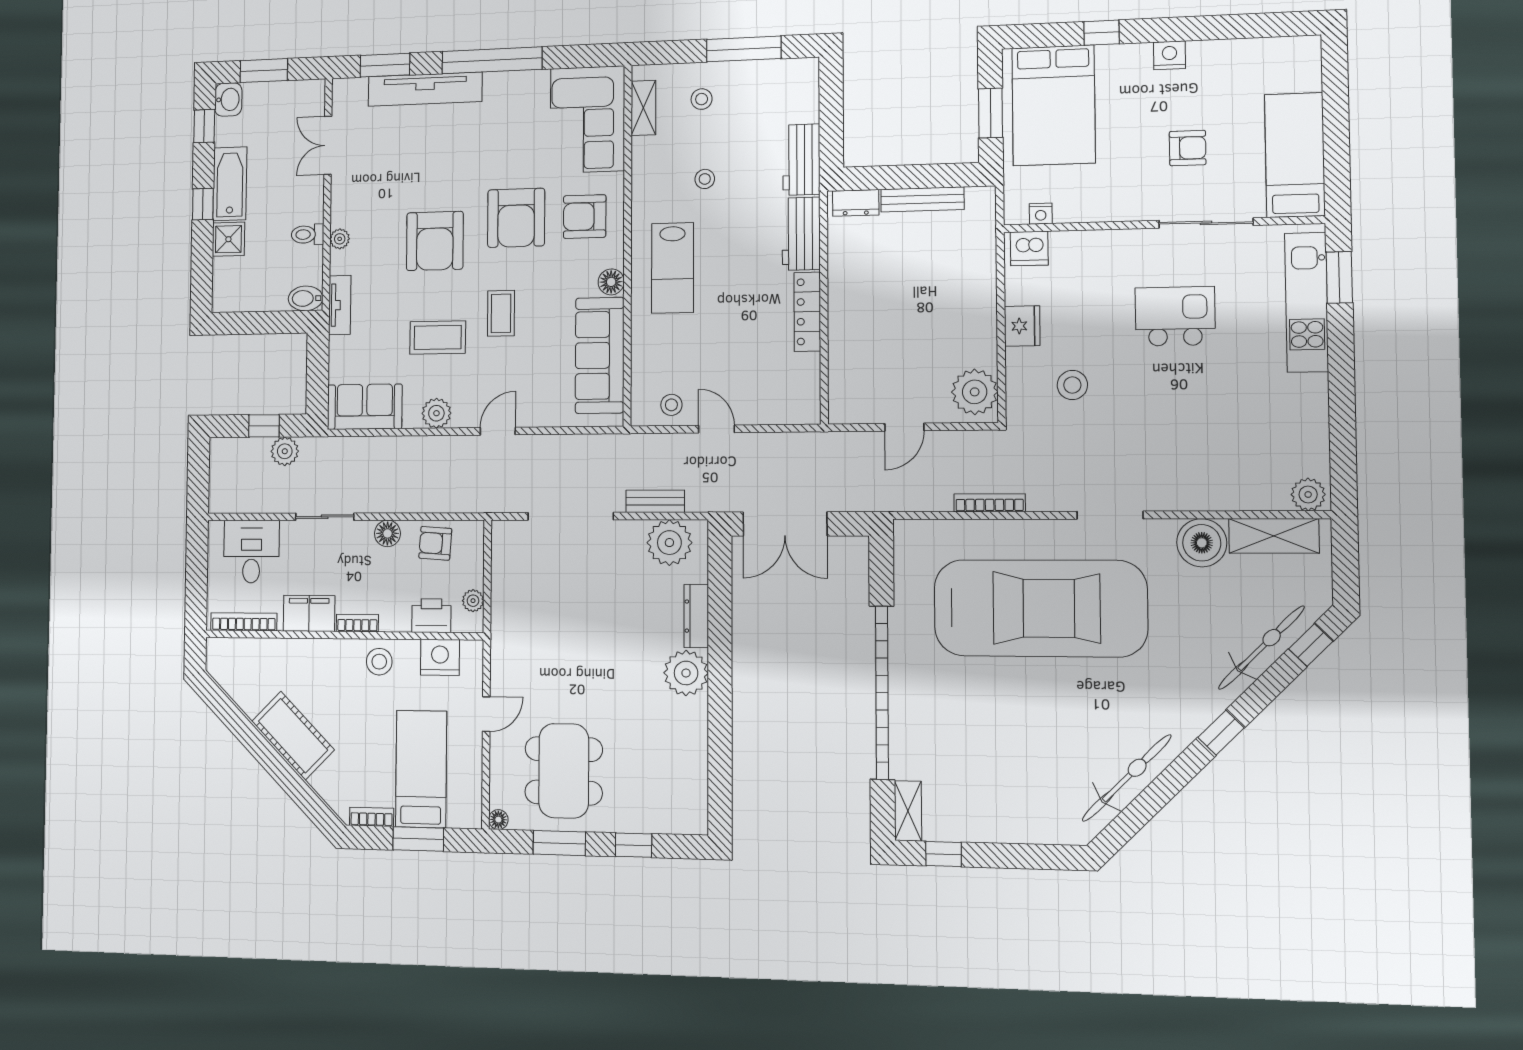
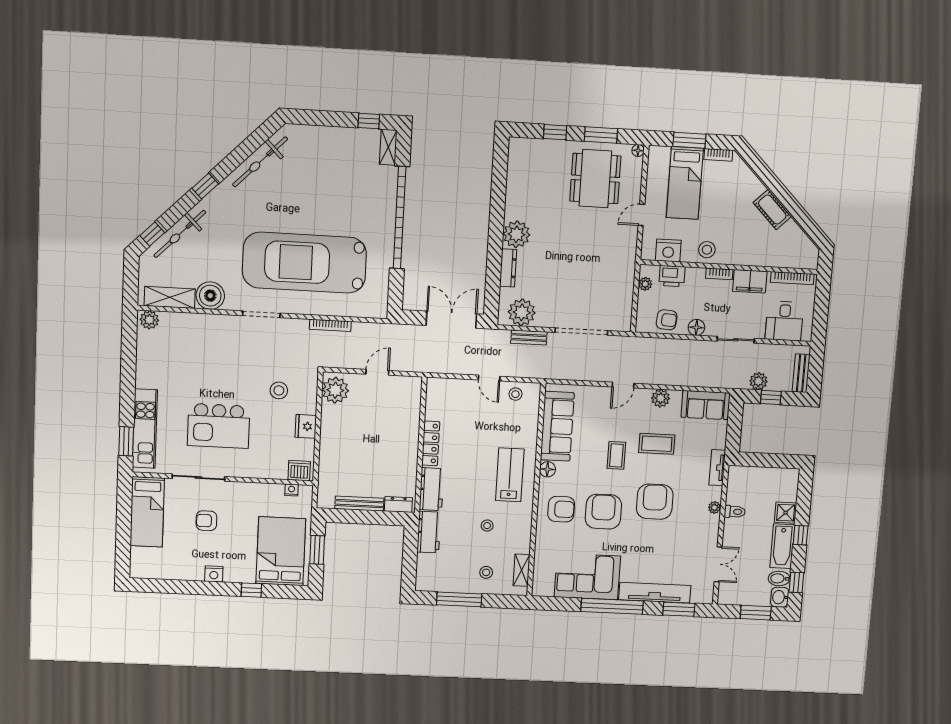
corner sofa: (587, 120) -> (587, 577), moved, turned -90
bidet: (306, 298) -> (779, 578), moved, turned 180
kitchen island: (1175, 316) -> (218, 426), width x1.37, depth x1.28
bench: (220, 469) -> (801, 373), added
cot: (293, 736) -> (772, 209), width x0.73, depth x0.75

